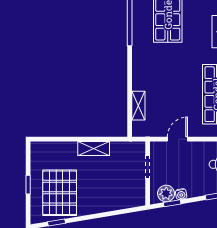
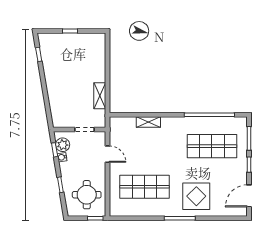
shelving: (138, 106) -> (148, 122), moved
shelving: (94, 149) -> (100, 96), moved
pallet: (60, 193) -> (63, 57), removed

